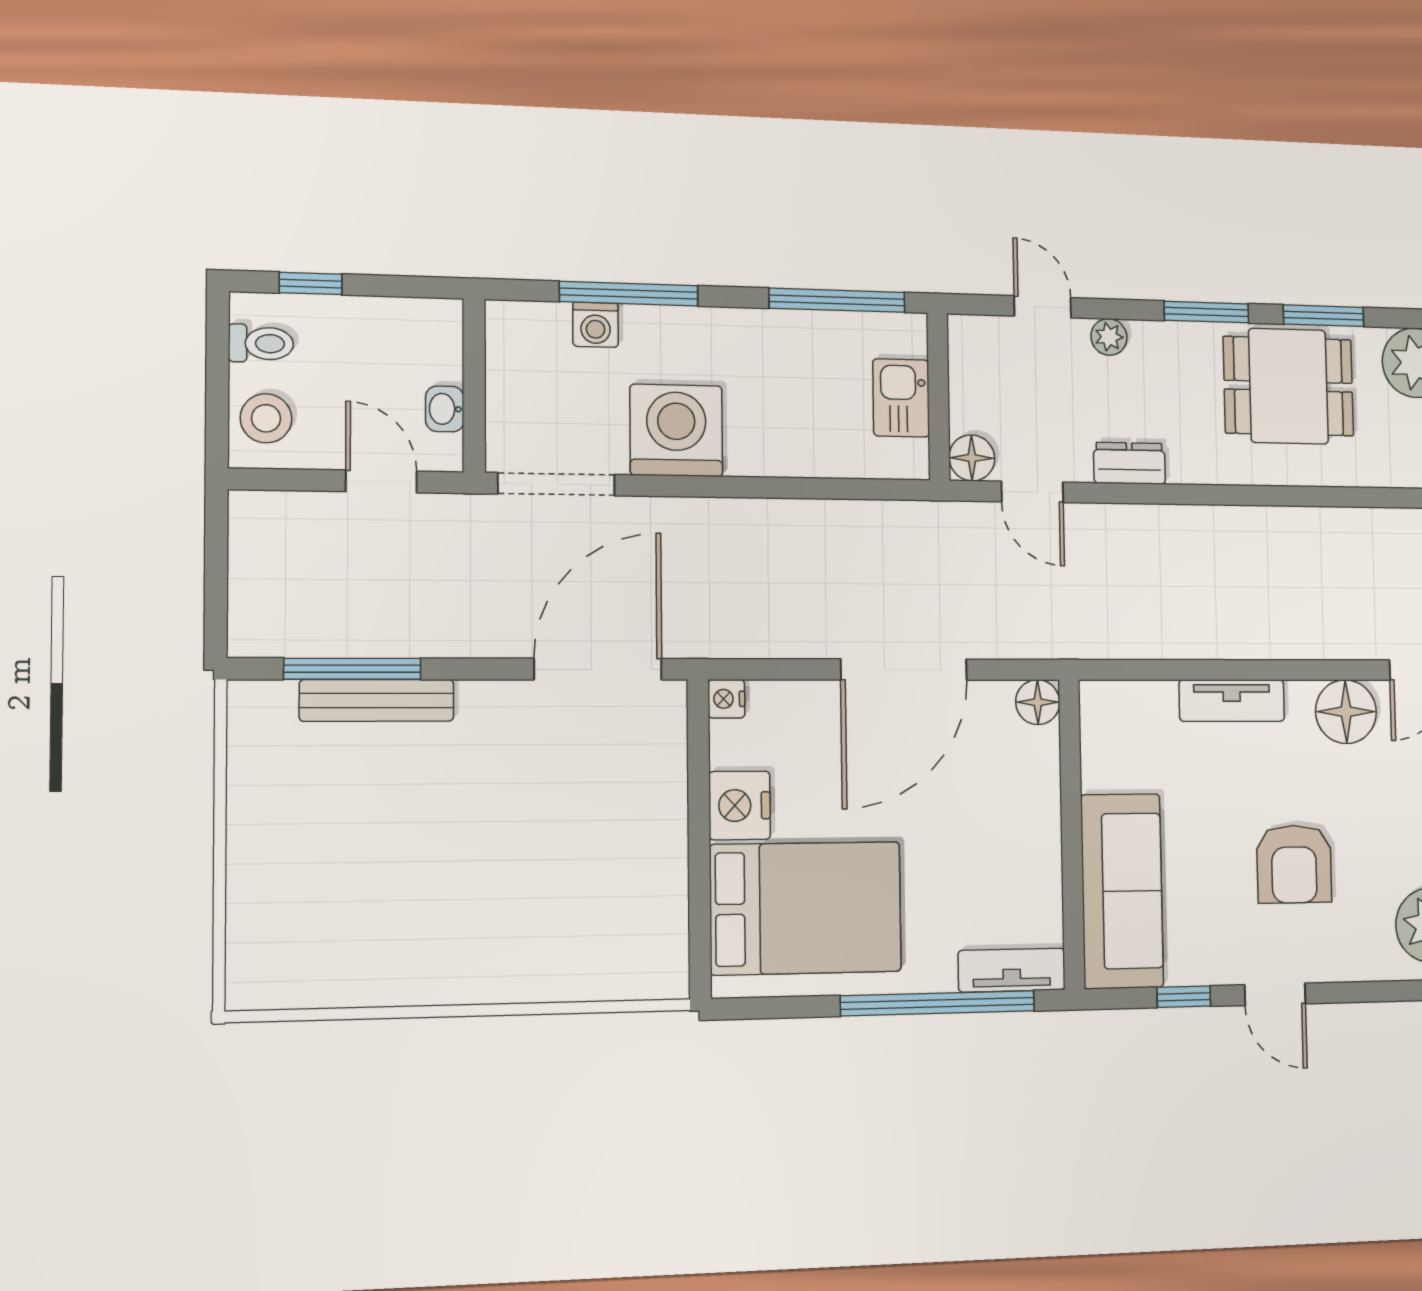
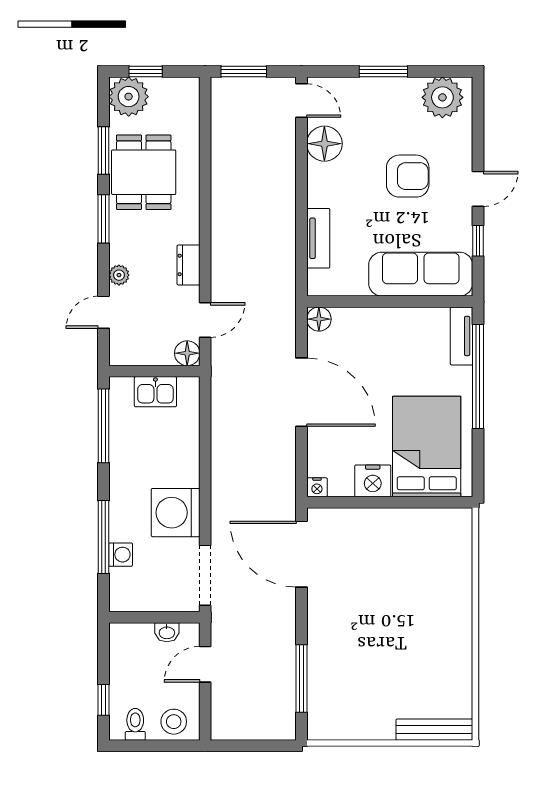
bench: (377, 700) -> (434, 730), moved, turned 90
tv unit: (1232, 701) -> (318, 238), moved

